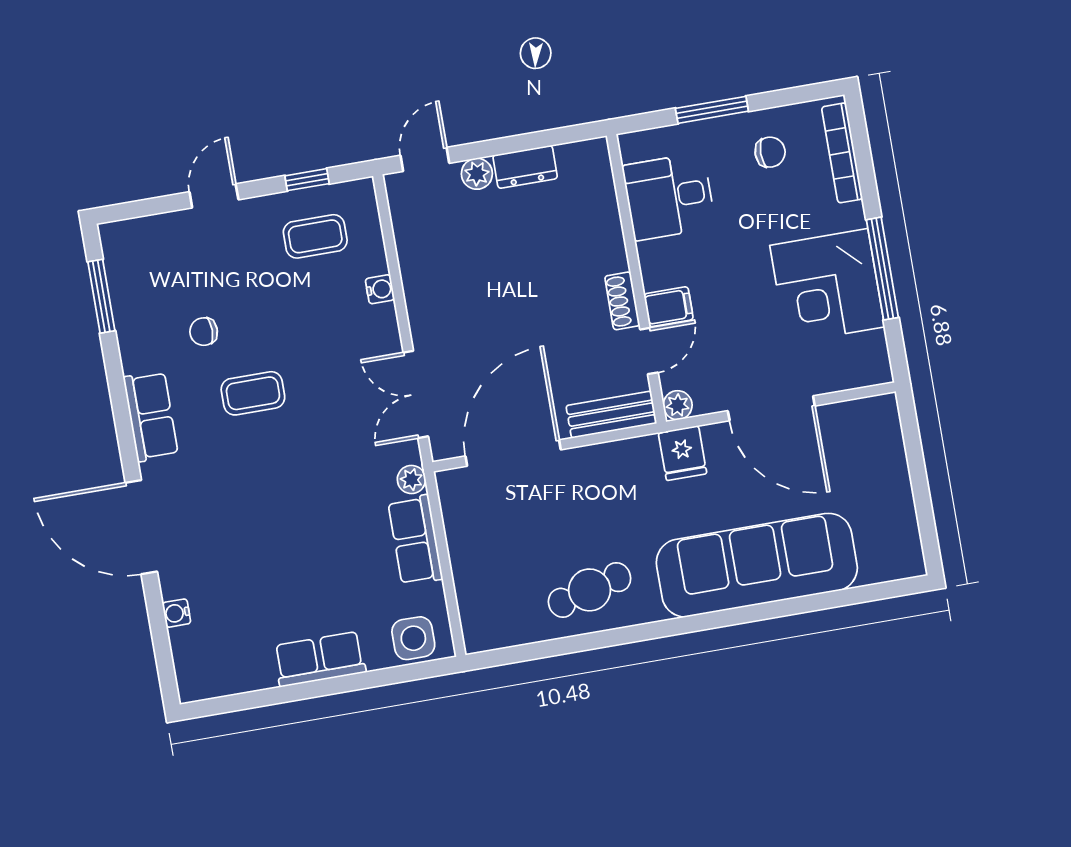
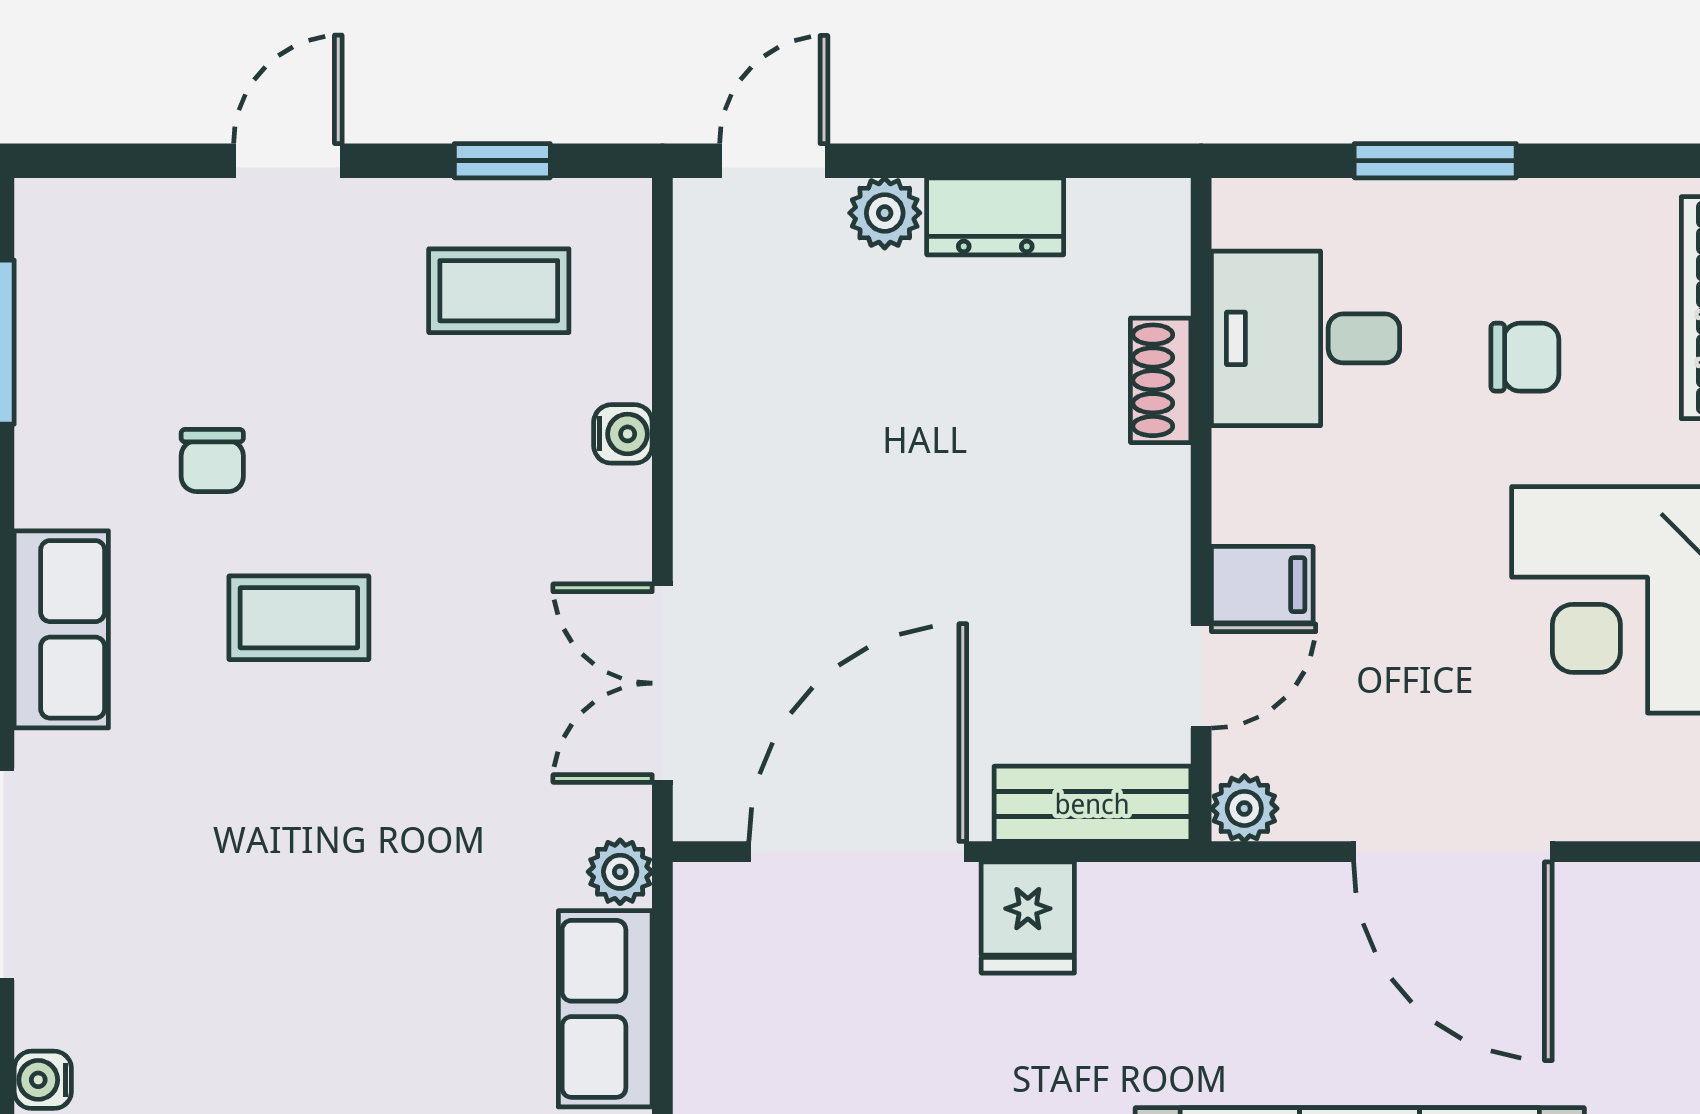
chair: (770, 152) -> (1525, 357), moved
shoe rack: (622, 301) -> (1161, 380), moved
chair: (204, 332) -> (212, 461), turned -90
fridge: (682, 453) -> (1028, 917), moved

